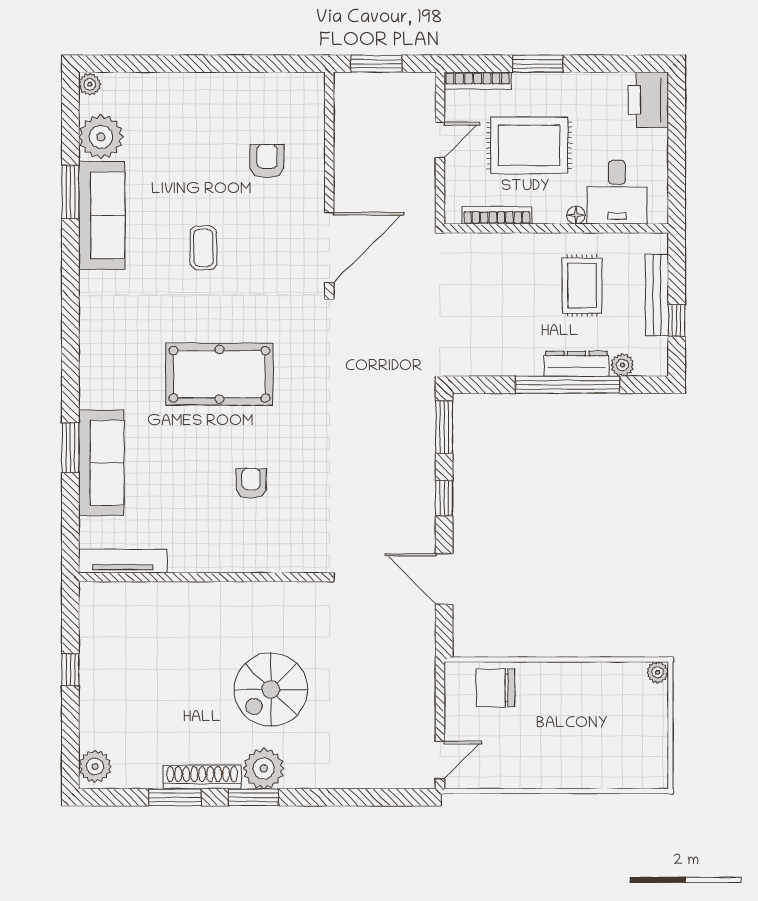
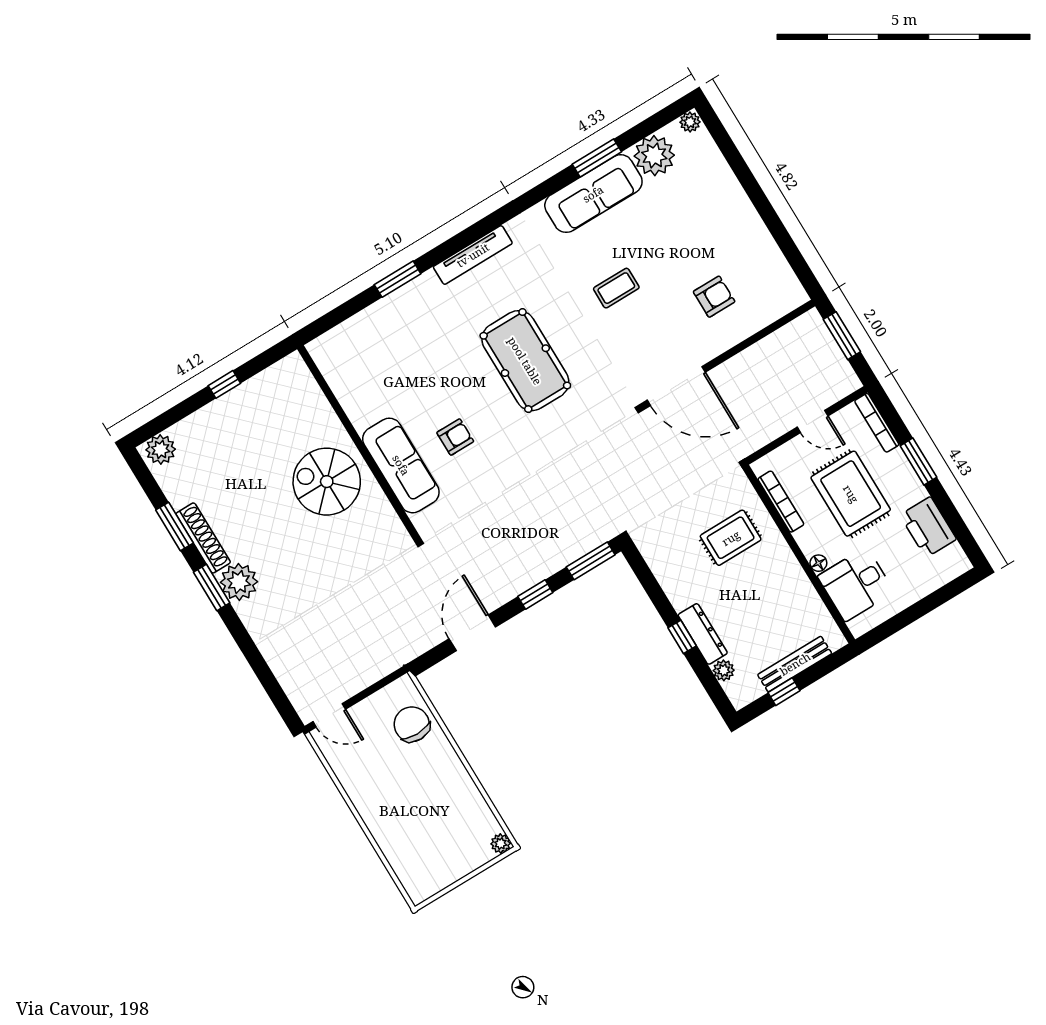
printer: (648, 100) -> (928, 527), moved, turned -90
rug: (582, 286) -> (731, 538), moved
window: (567, 385) -> (682, 637), width x0.32
sofa: (101, 463) -> (401, 465), moved, turned -90
tv unit: (123, 561) -> (473, 255), moved, turned 90
spiral stairs: (271, 689) -> (327, 482), moved

